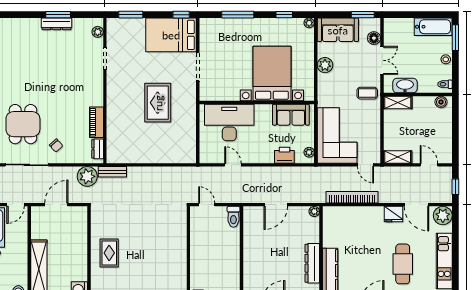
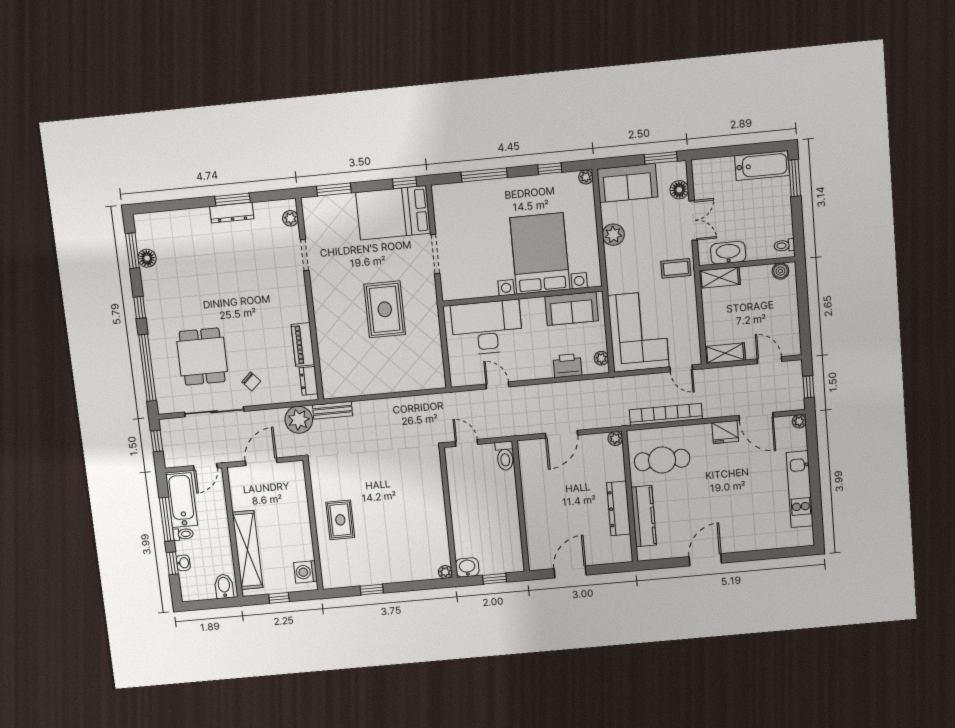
stool: (446, 59) -> (783, 210), removed
plant: (443, 216) -> (799, 421), width x0.53, depth x0.53
cafe table: (403, 264) -> (662, 460), moved, turned 90

